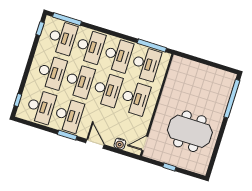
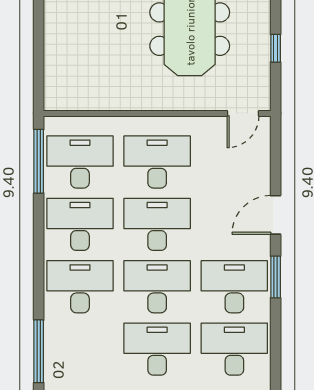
desk: (62, 38) -> (80, 349), removed
door: (145, 143) -> (243, 113), hinge flipped
water cooler: (120, 144) -> (260, 164), removed

